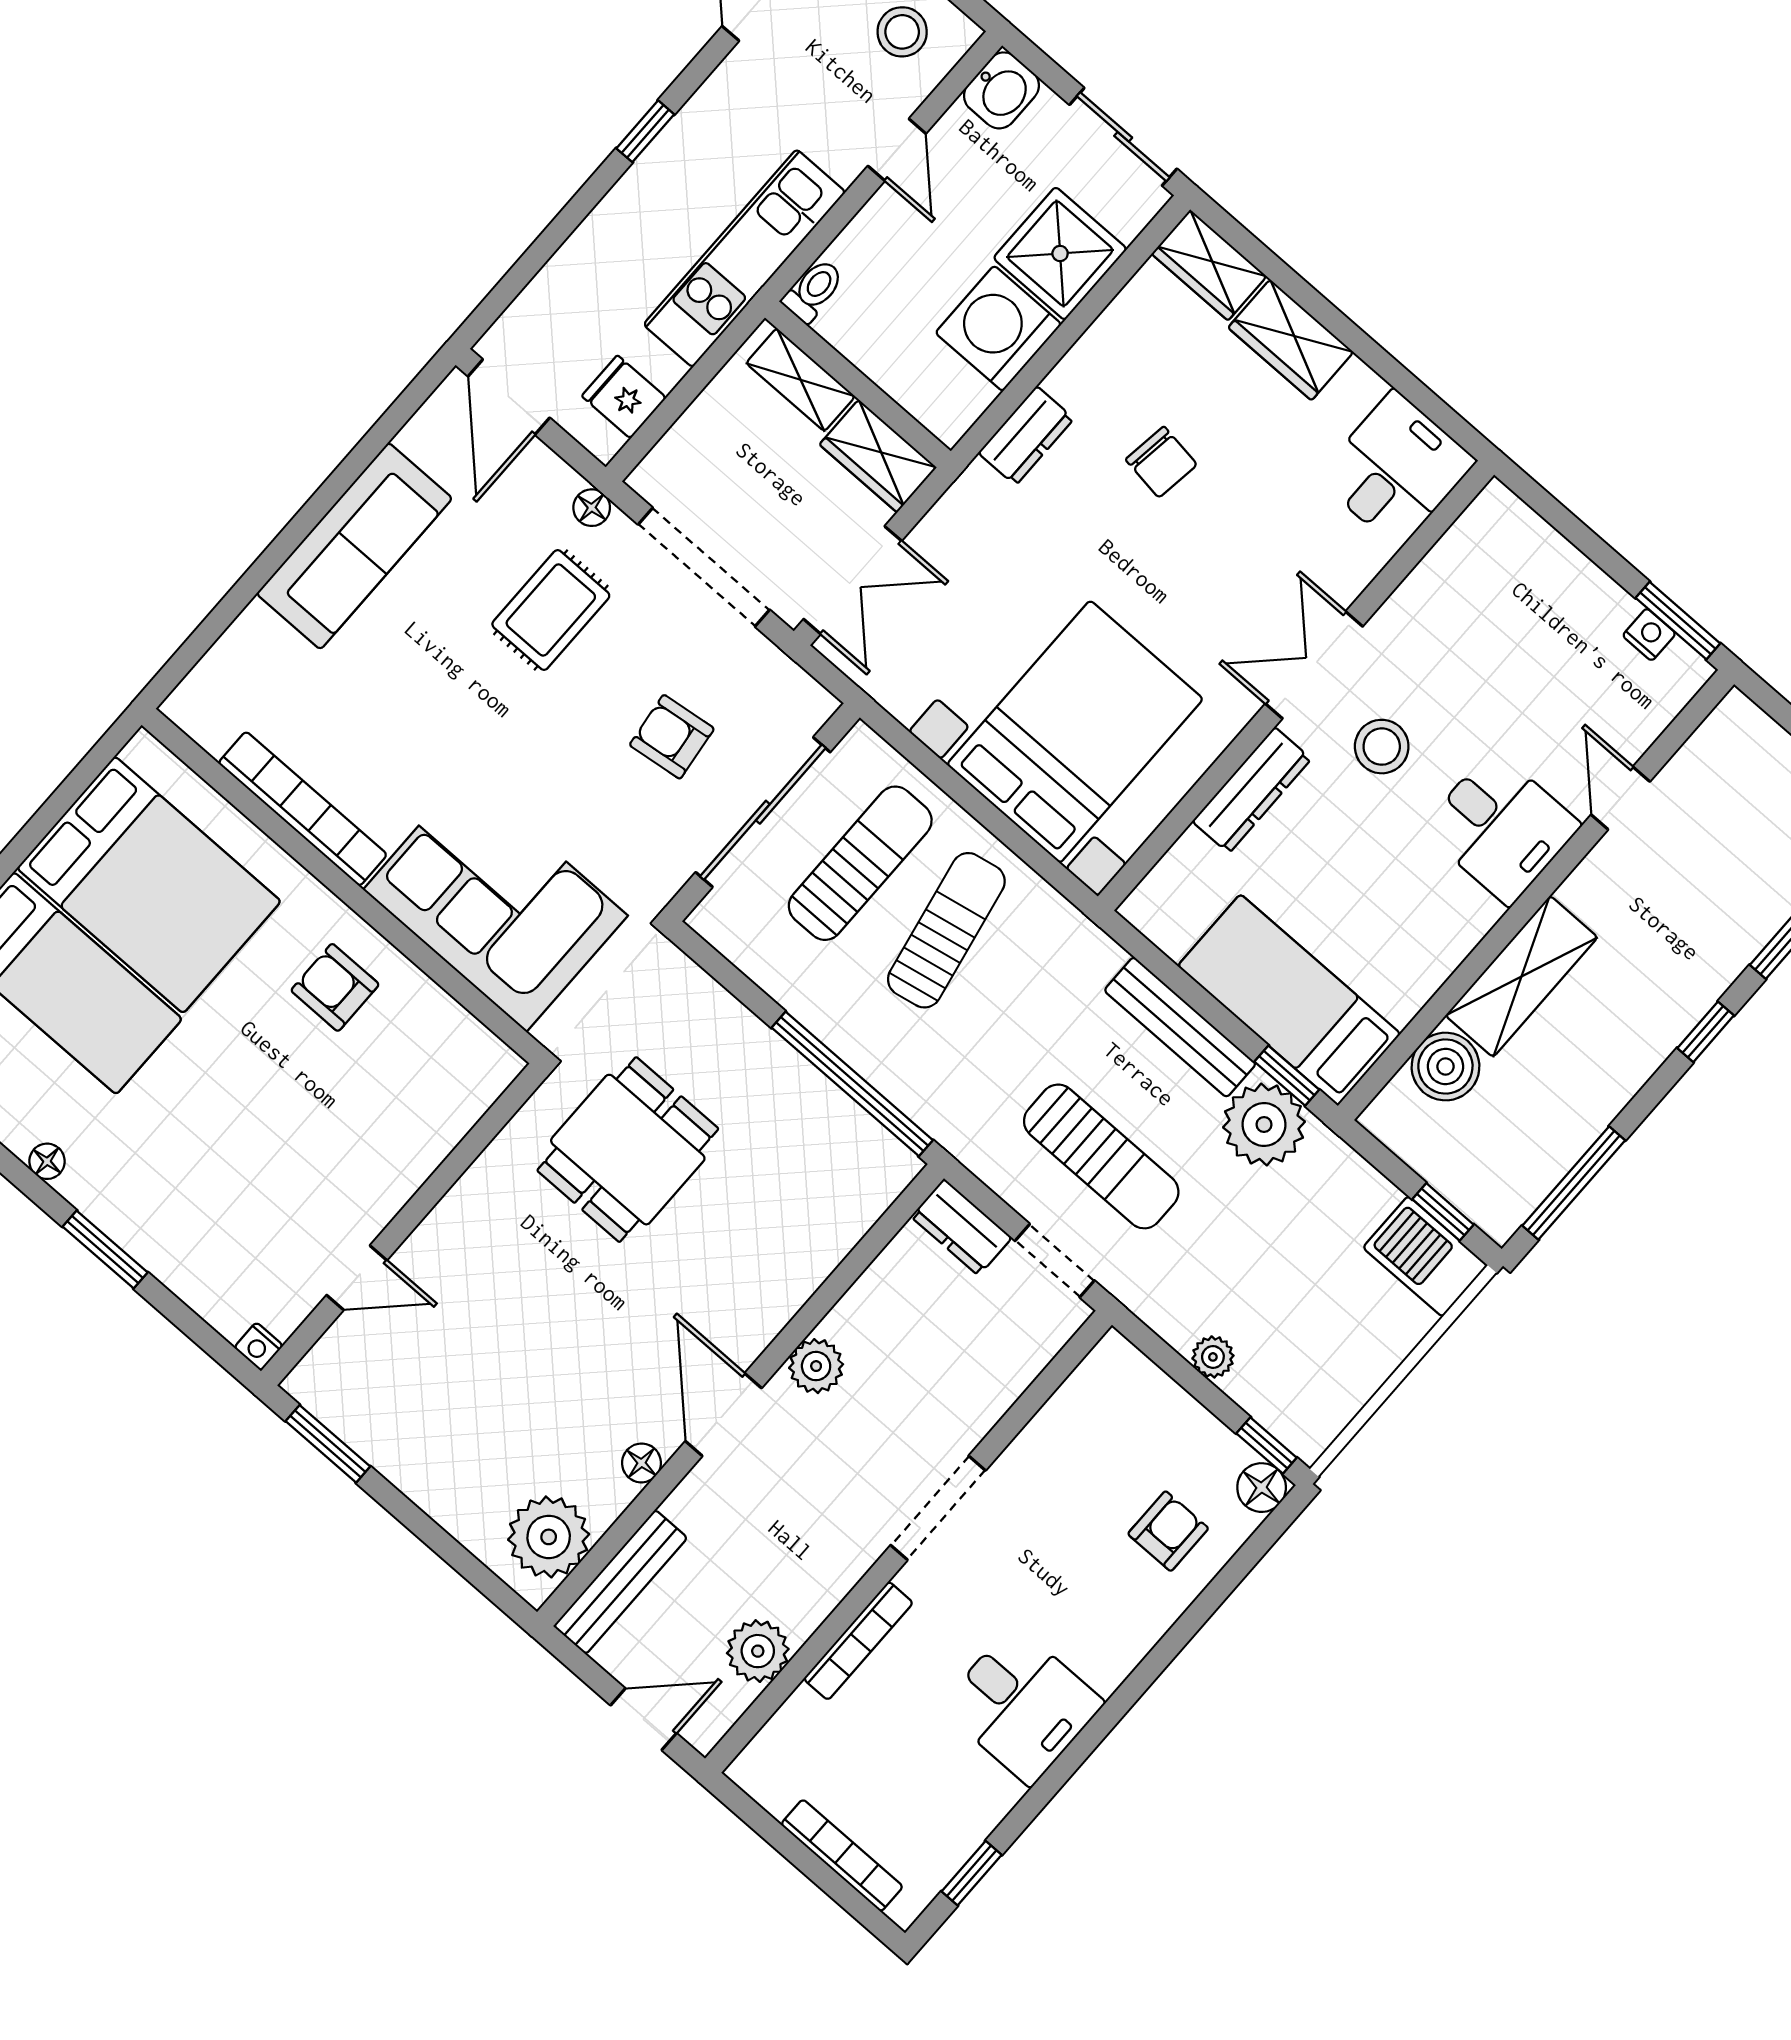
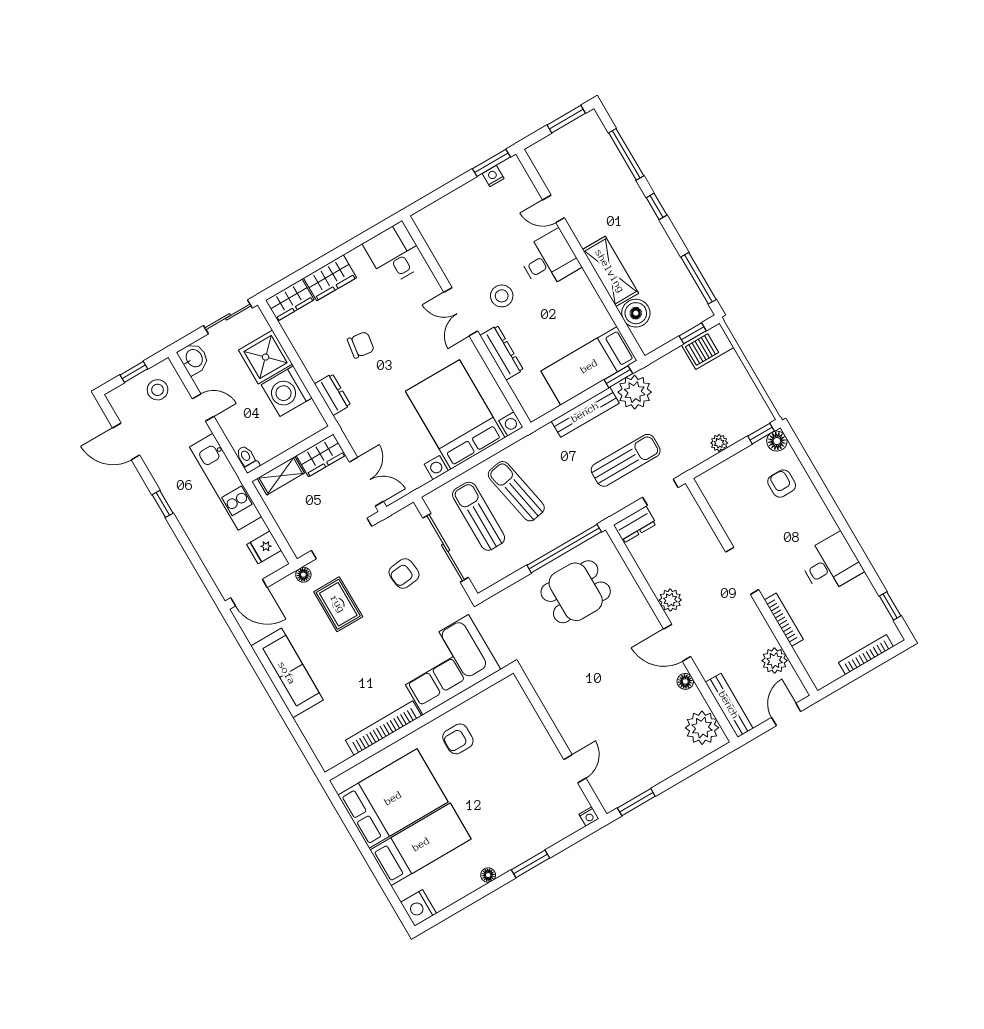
dining table: (628, 1150) -> (576, 592), moved, turned 90

